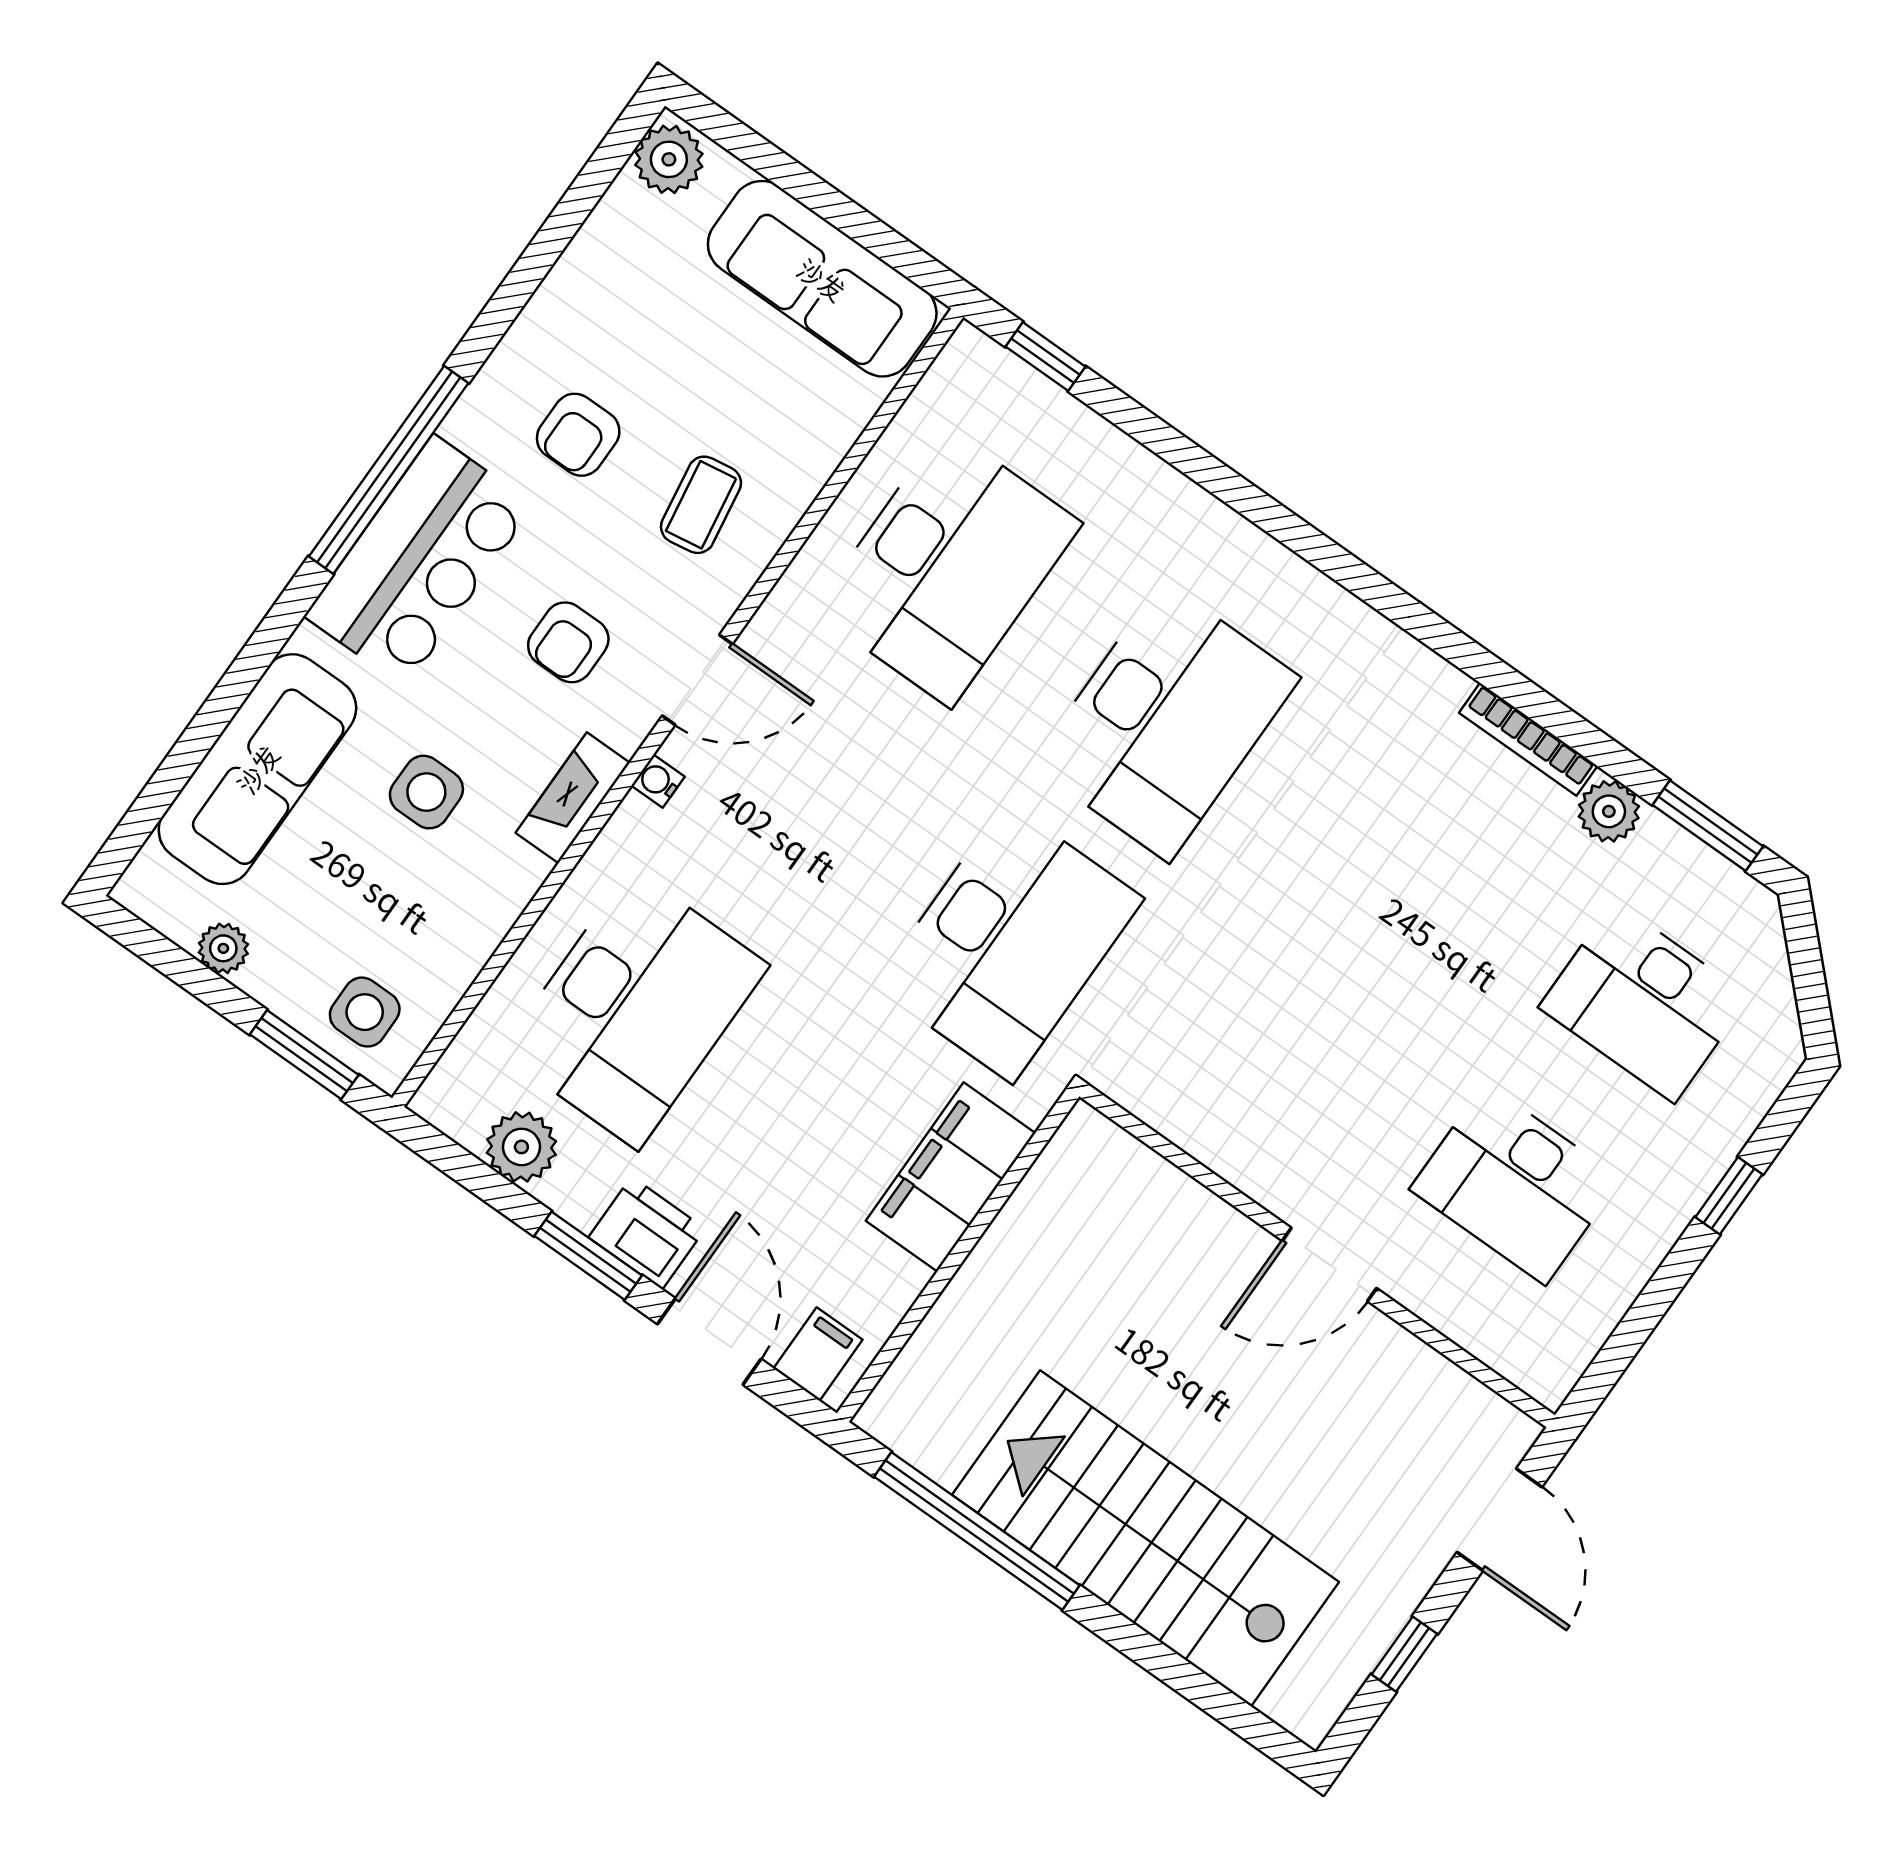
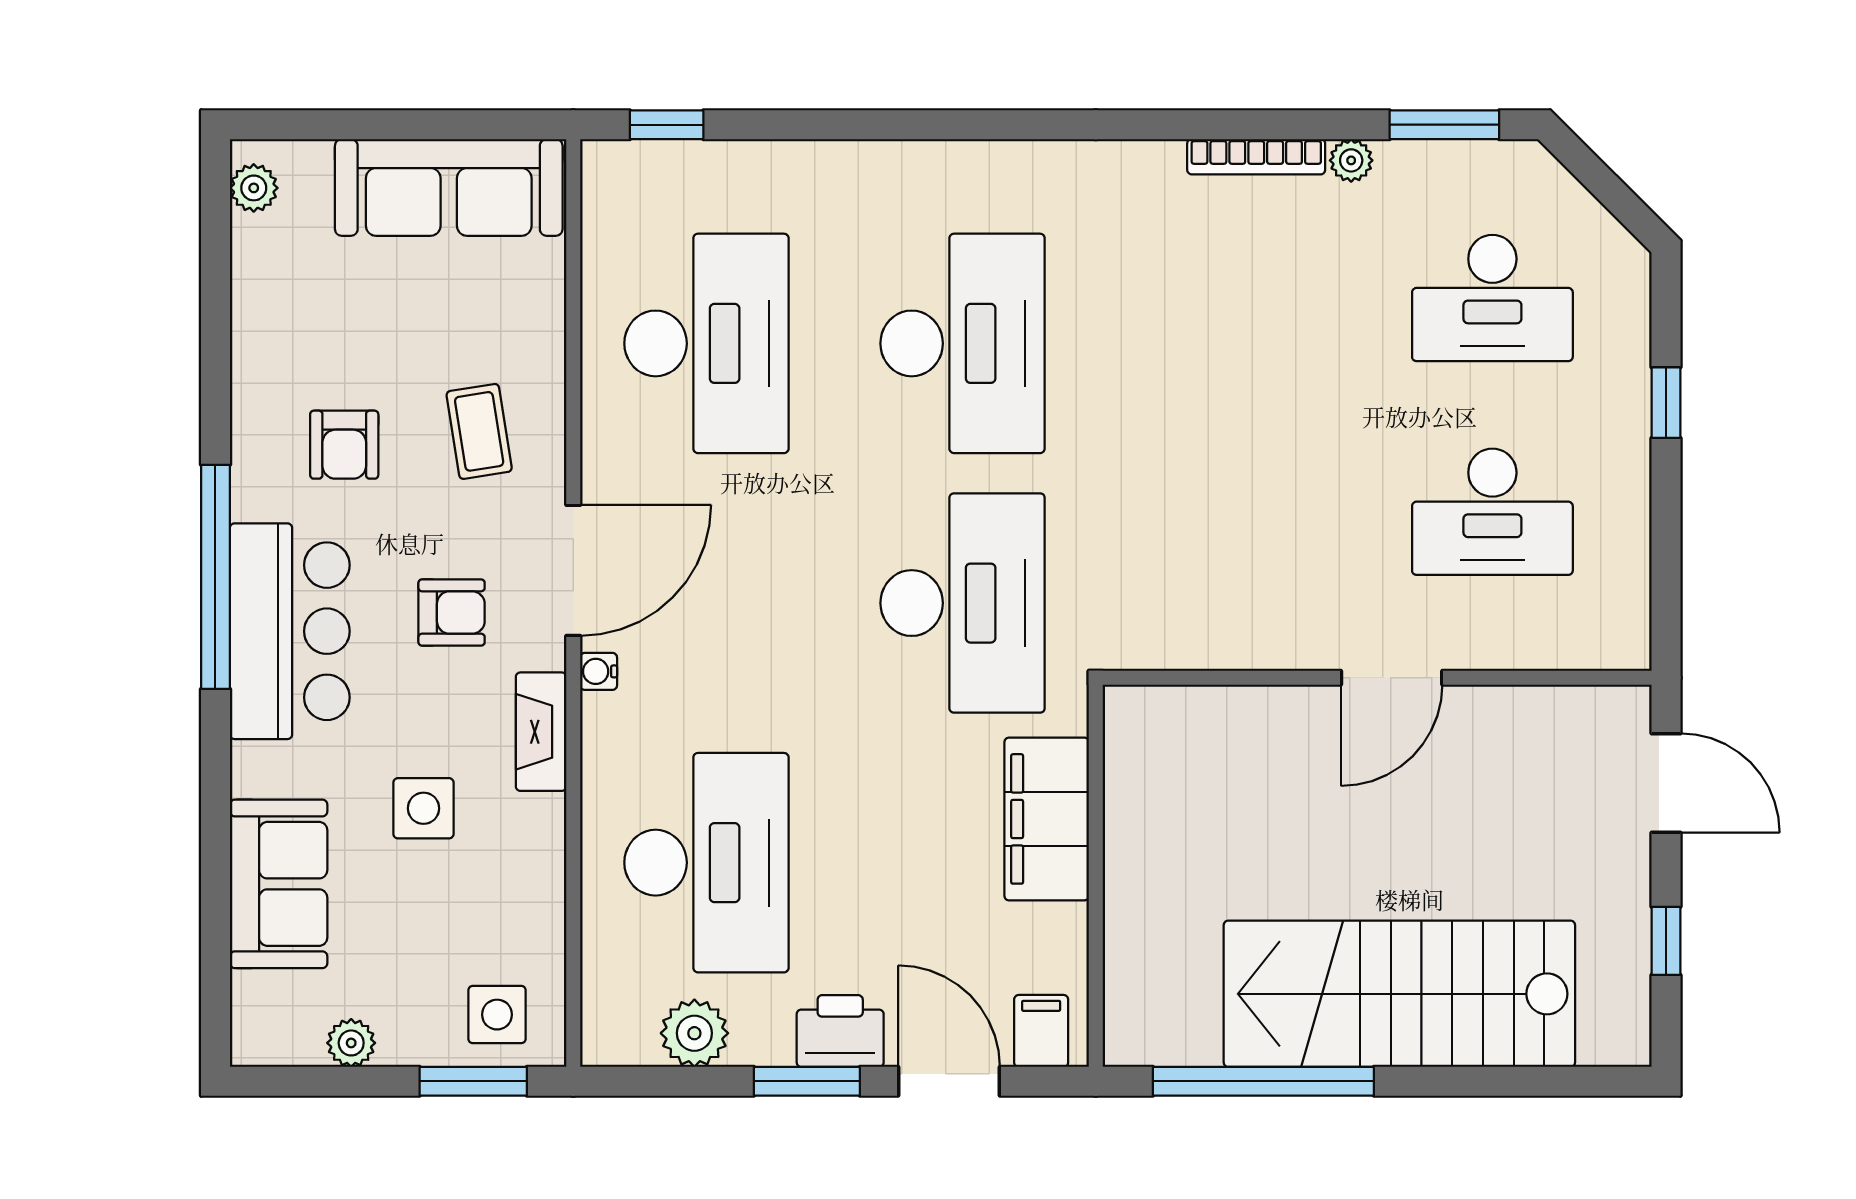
plant: (669, 159) -> (254, 188), width x0.73, depth x0.73
armchair: (568, 642) -> (452, 613), turned -90
door: (697, 680) -> (573, 570), width x1.36
sofa: (257, 769) -> (279, 884), width x0.73
plant: (1609, 811) -> (1351, 160), width x0.73, depth x0.73

